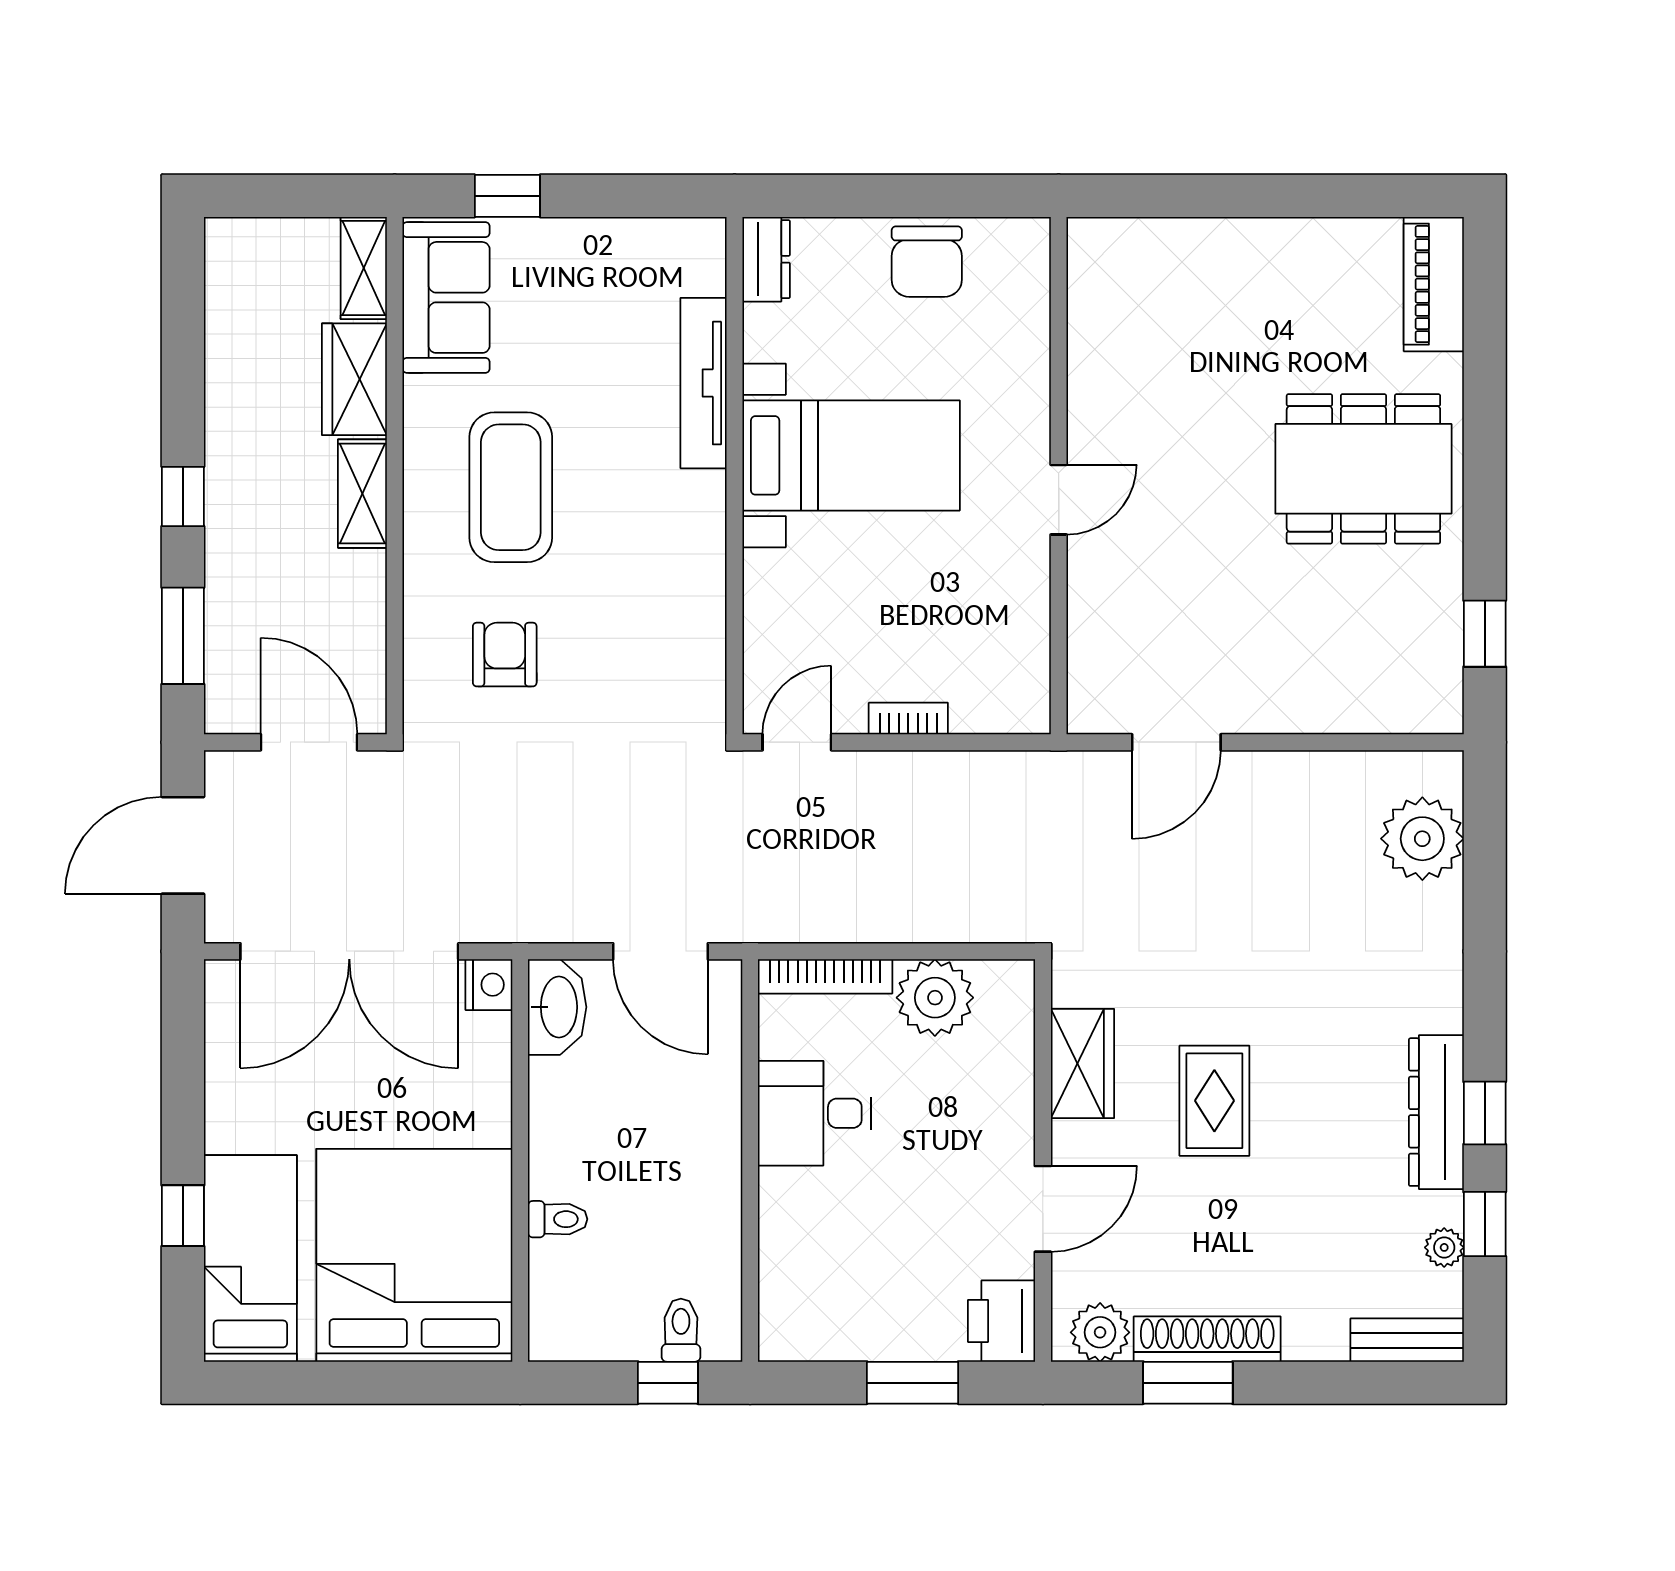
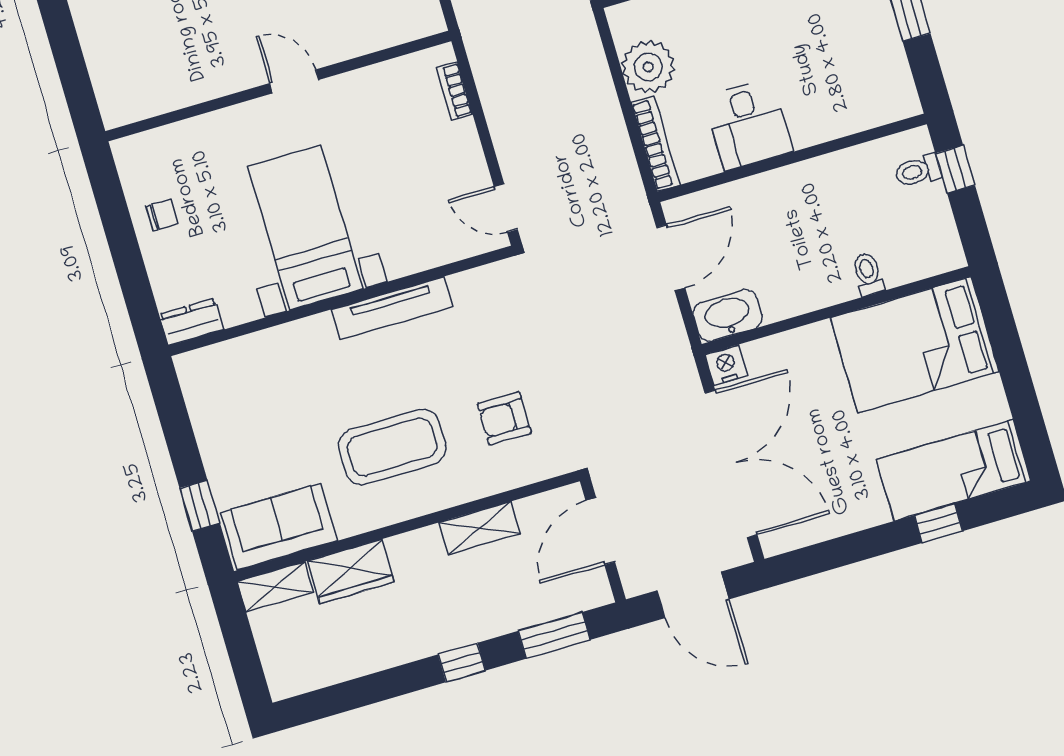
chair: (927, 262) -> (162, 215), width x0.54, depth x0.54
tv unit: (704, 383) -> (392, 308), moved
shelving: (362, 494) -> (480, 528), moved
bookcase: (908, 719) -> (454, 91), moved
bed: (414, 1255) -> (915, 345), width x0.73

